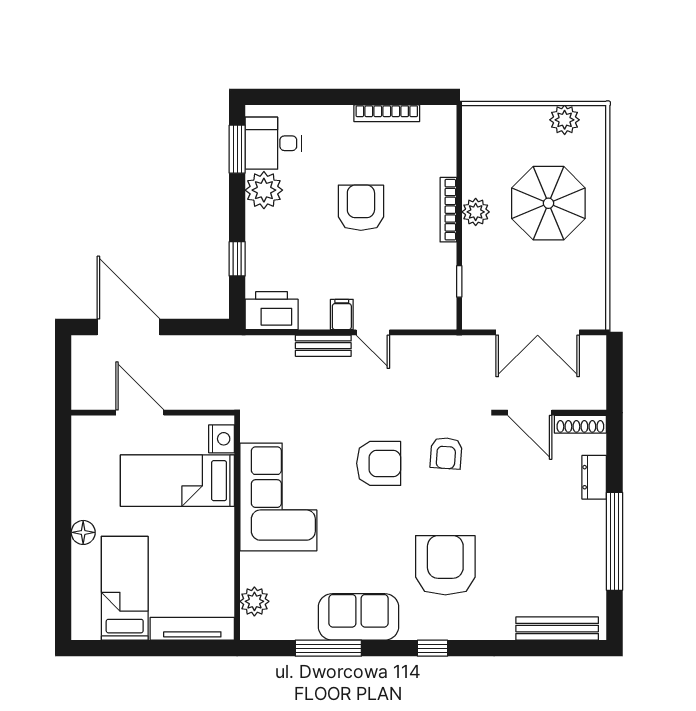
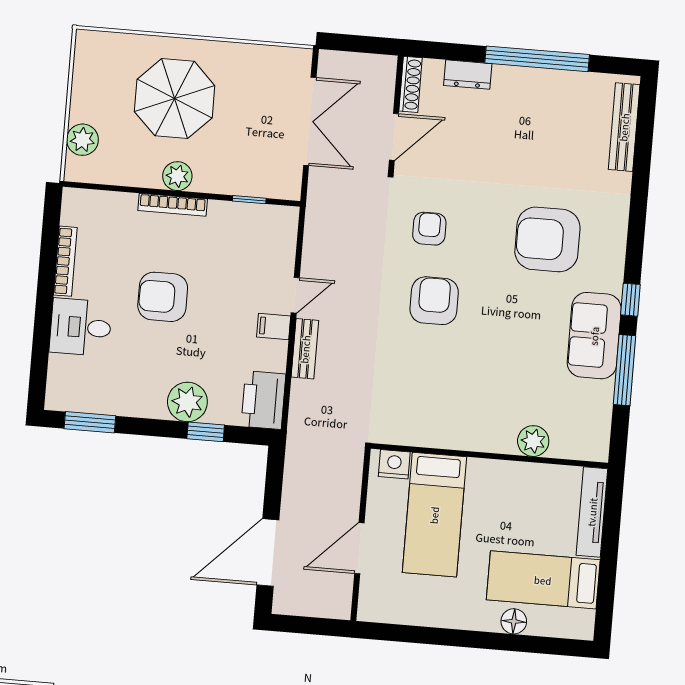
plant: (565, 120) -> (82, 140), moved
desk: (273, 143) -> (81, 327), moved, turned 90
plant: (264, 190) -> (187, 402), moved
armchair: (446, 453) -> (429, 229), turned -94
corner sofa: (278, 497) -> (461, 410), removed
floor lamp: (83, 532) -> (514, 621), moved
plant: (254, 601) -> (533, 441), moved
window: (433, 648) -> (630, 300), moved

